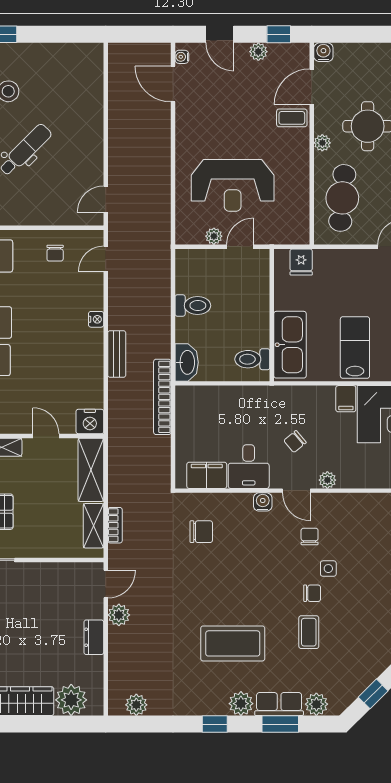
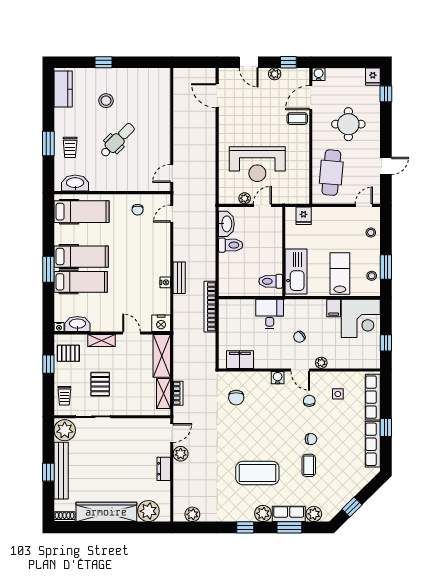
water cooler: (182, 57) -> (223, 77), removed
plant: (322, 143) -> (318, 135), removed
nightstand: (96, 319) -> (165, 282), moved
washbasin: (187, 362) -> (226, 224), moved
desk: (249, 467) -> (270, 314), moved, turned 180
chair: (201, 532) -> (236, 398), turned 90
side table: (328, 569) -> (338, 394), moved

